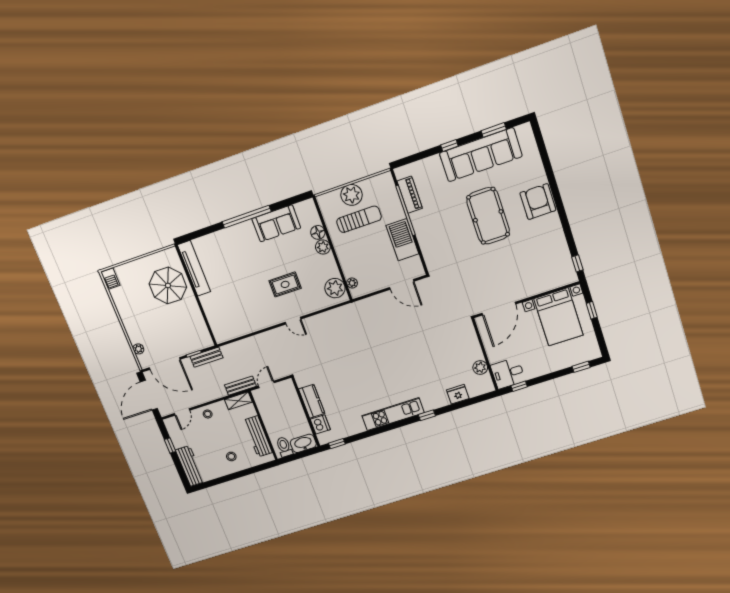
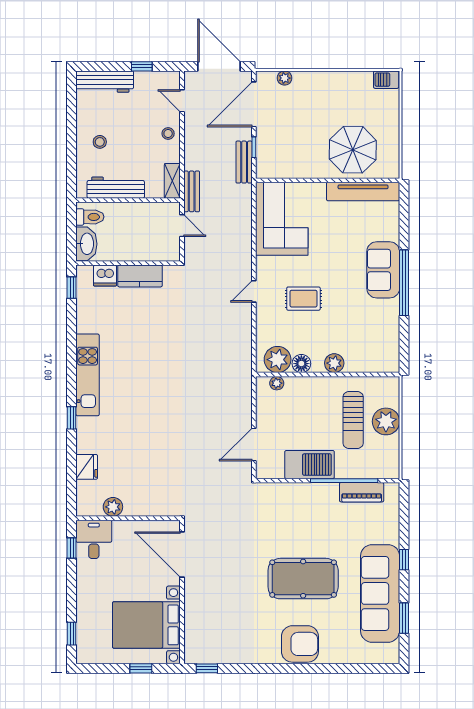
sofa: (276, 223) -> (383, 270), moved
floor lamp: (318, 232) -> (301, 364), moved
rug: (285, 284) -> (303, 299), turned 90
corner sofa: (235, 318) -> (282, 219), added

